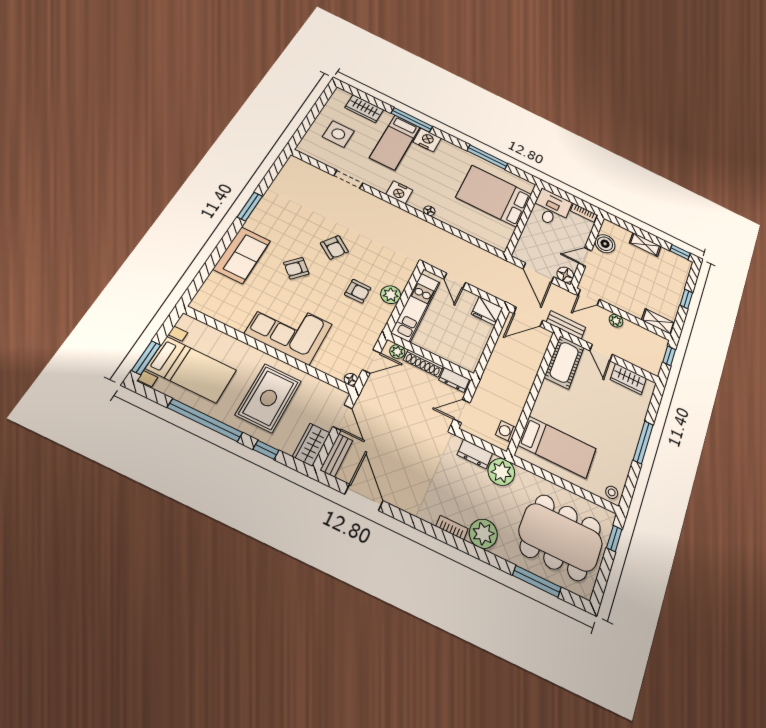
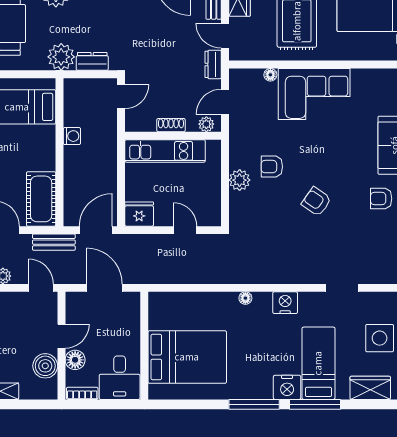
window: (487, 157) -> (254, 404), moved
armchair: (296, 268) -> (381, 199), moved, turned -133
floor lamp: (565, 275) -> (75, 360), moved
door: (589, 297) -> (41, 288), hinge flipped
kitchen unit: (416, 307) -> (165, 151), moved, turned -90
shoe rack: (423, 363) -> (171, 125), width x0.70
floor lamp: (351, 379) -> (270, 75), moved
dresser: (454, 380) -> (213, 64), moved, turned -90
washing machine: (506, 431) -> (72, 136), moved

